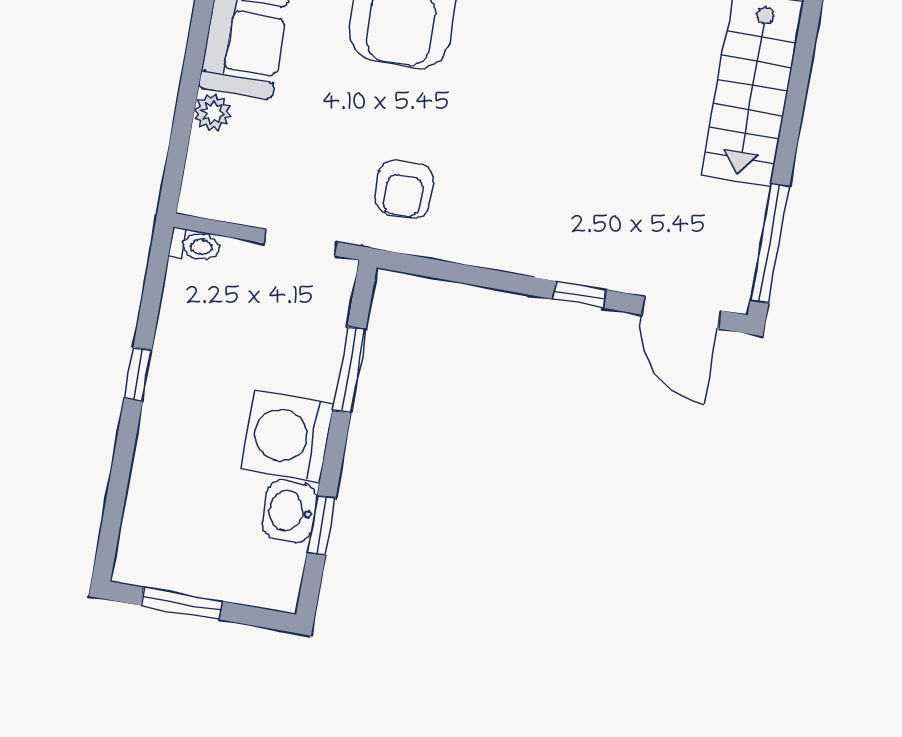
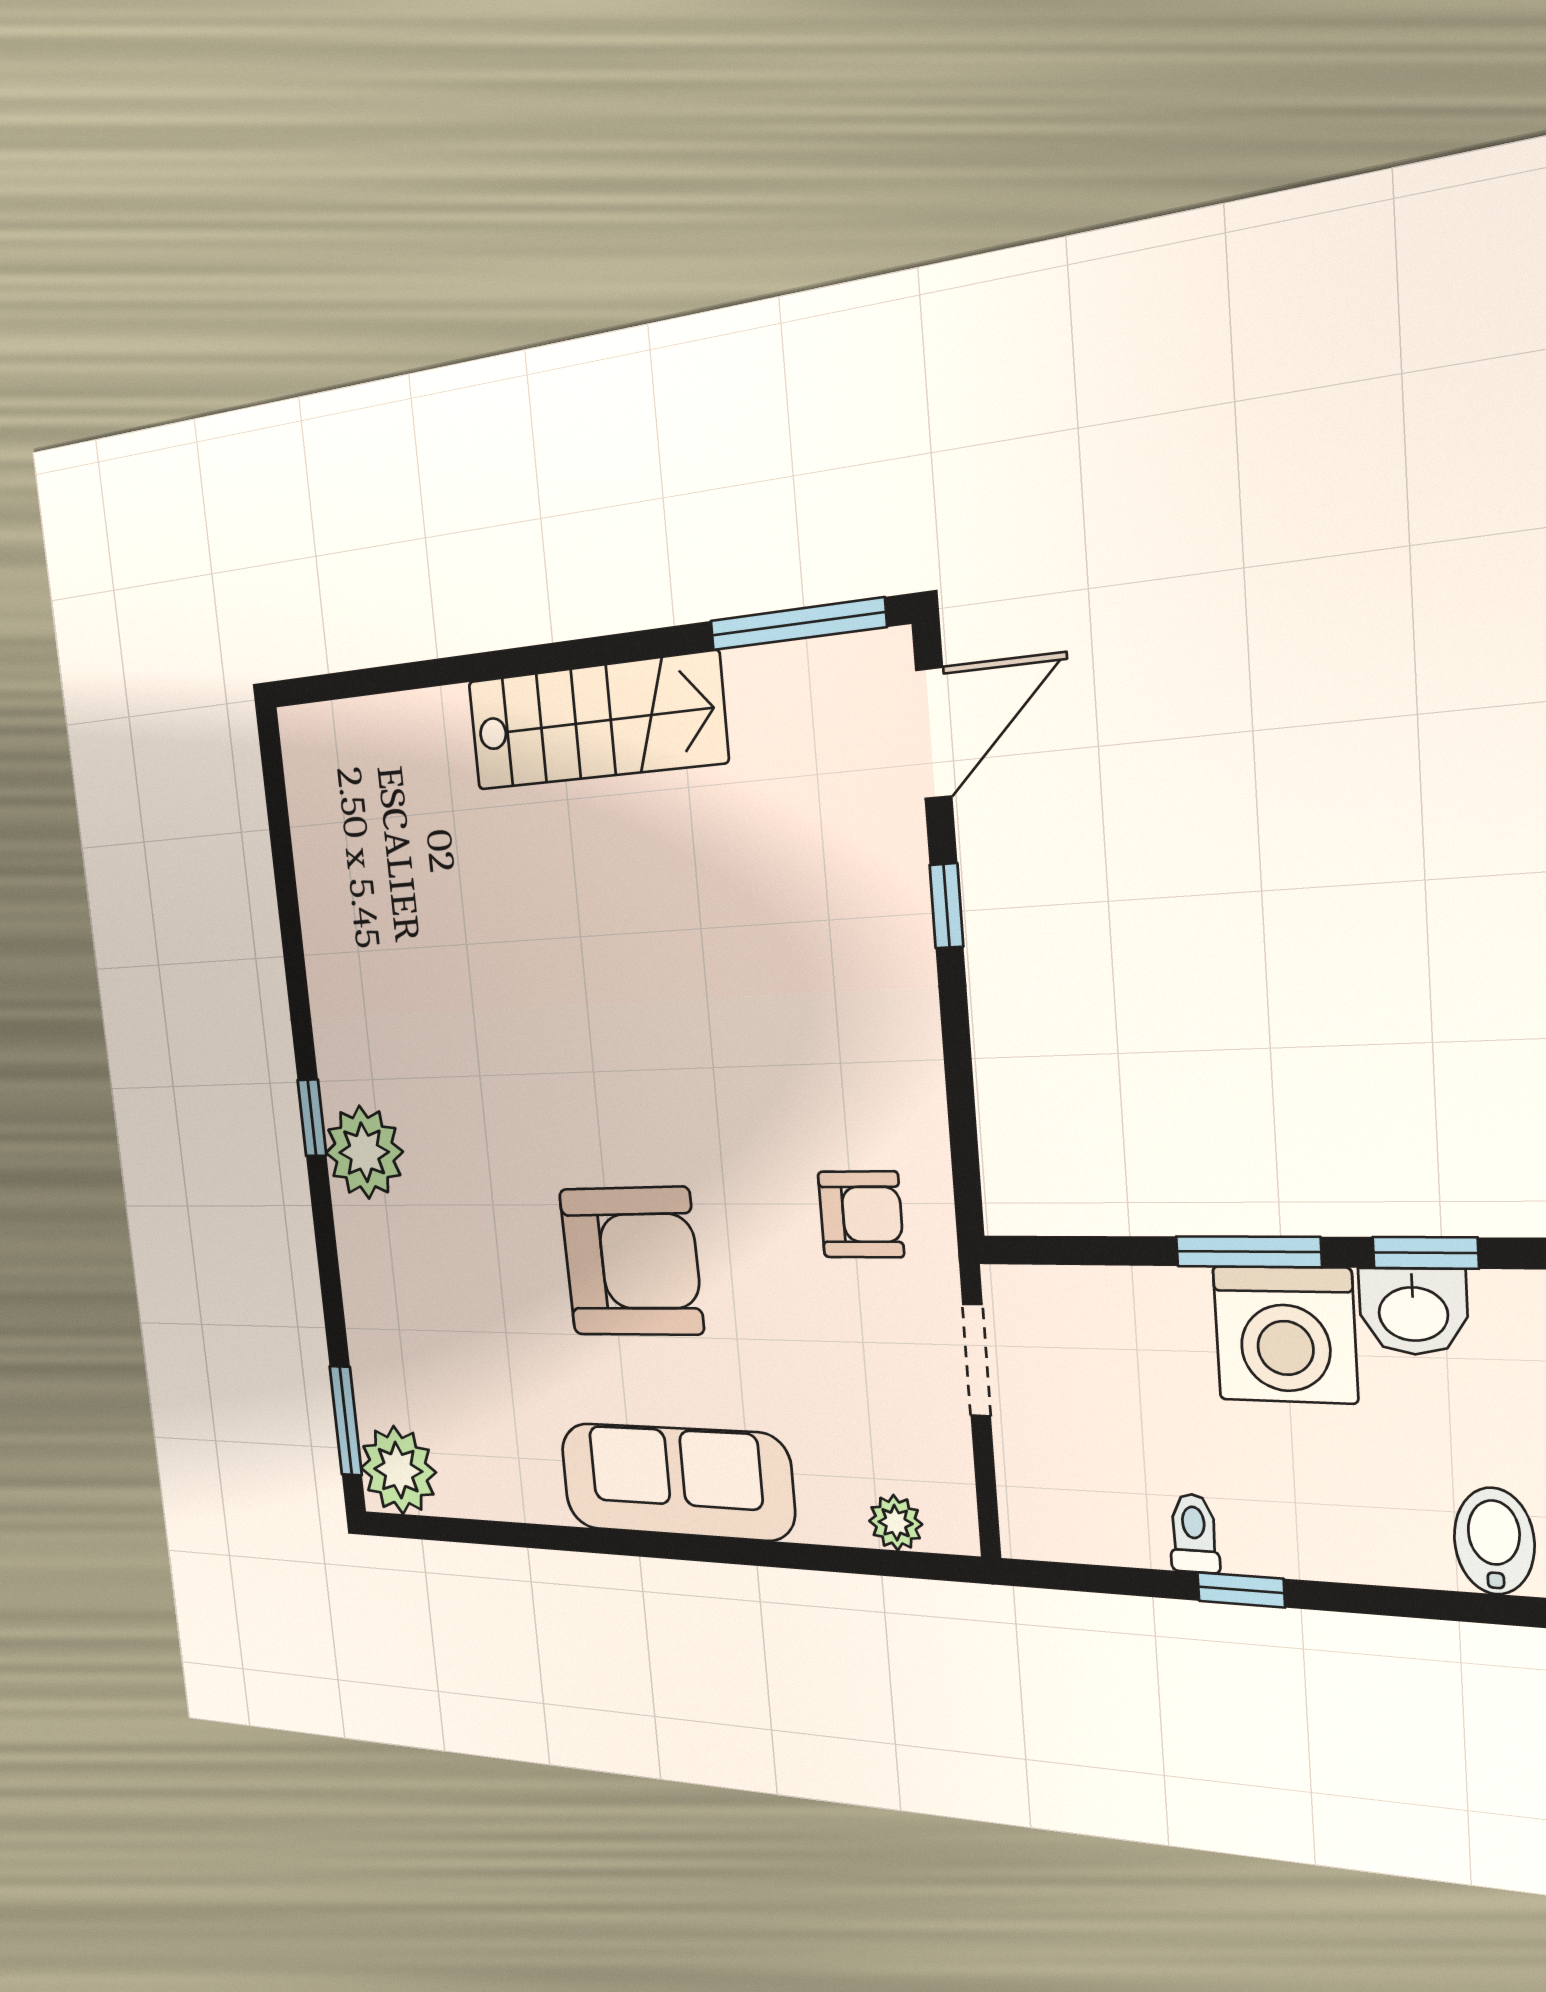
plant: (213, 112) -> (896, 1523), moved
toilet: (195, 246) -> (1194, 1533), moved
window: (349, 370) -> (1248, 1252), moved
bidet: (152, 526) -> (1494, 1541), added

